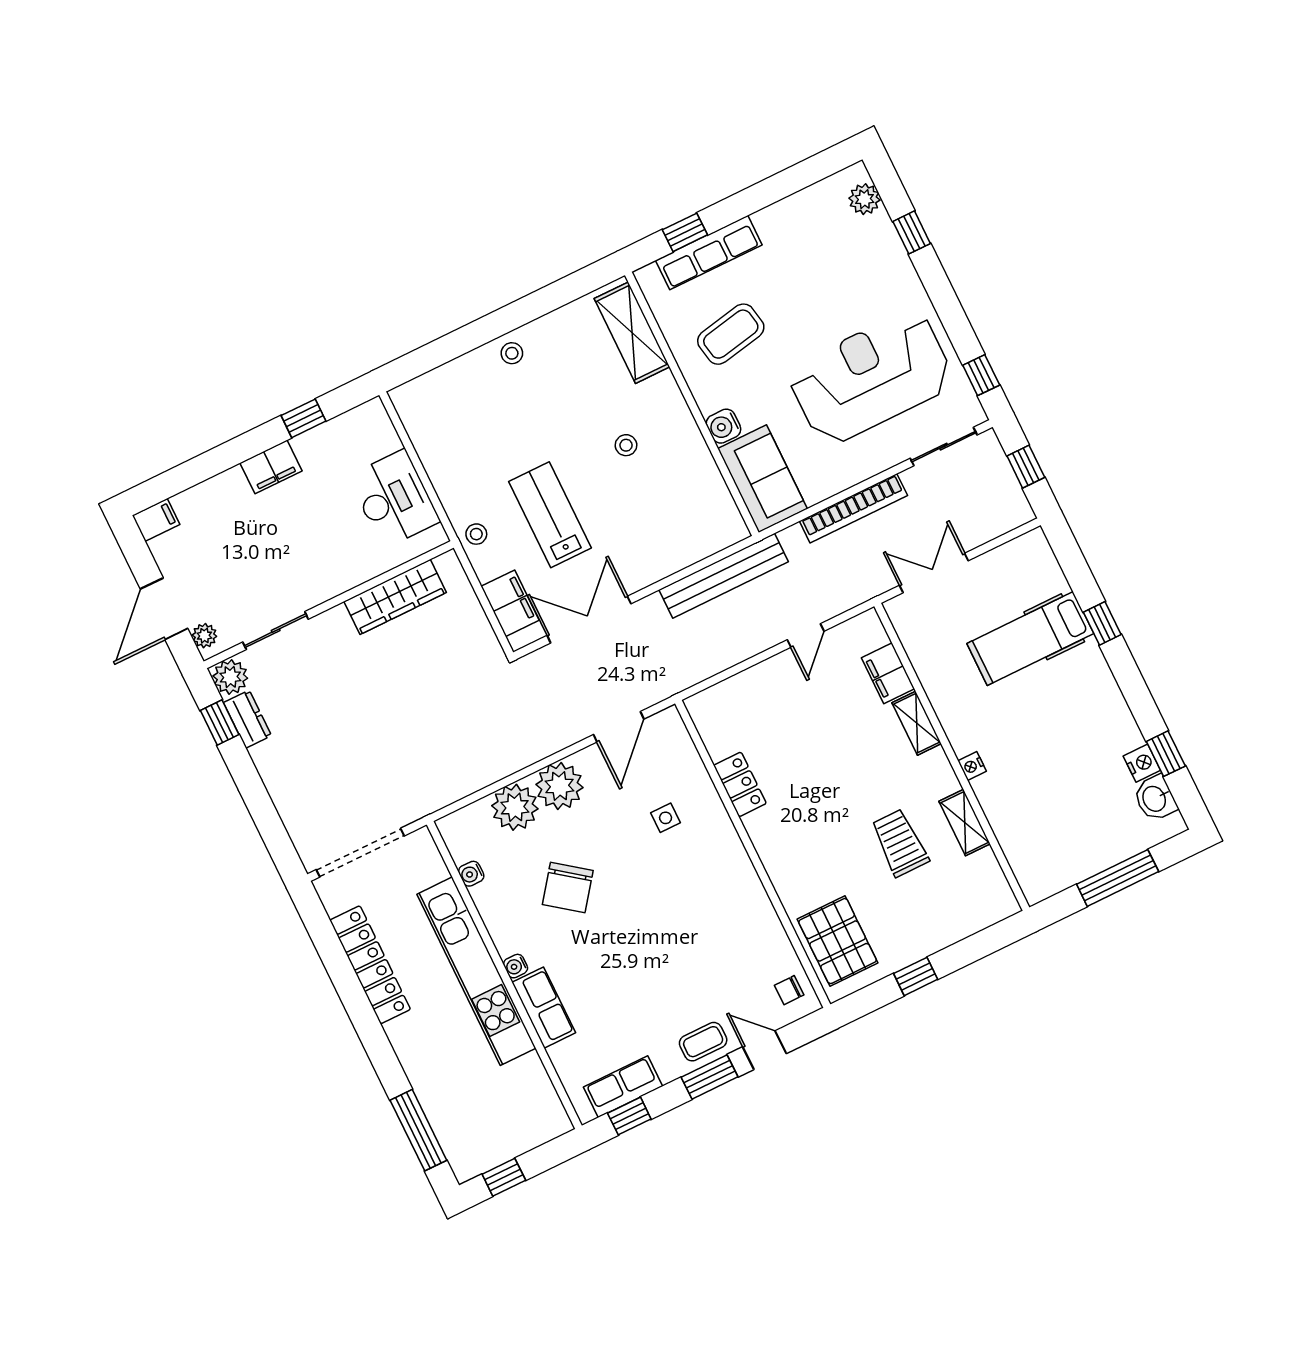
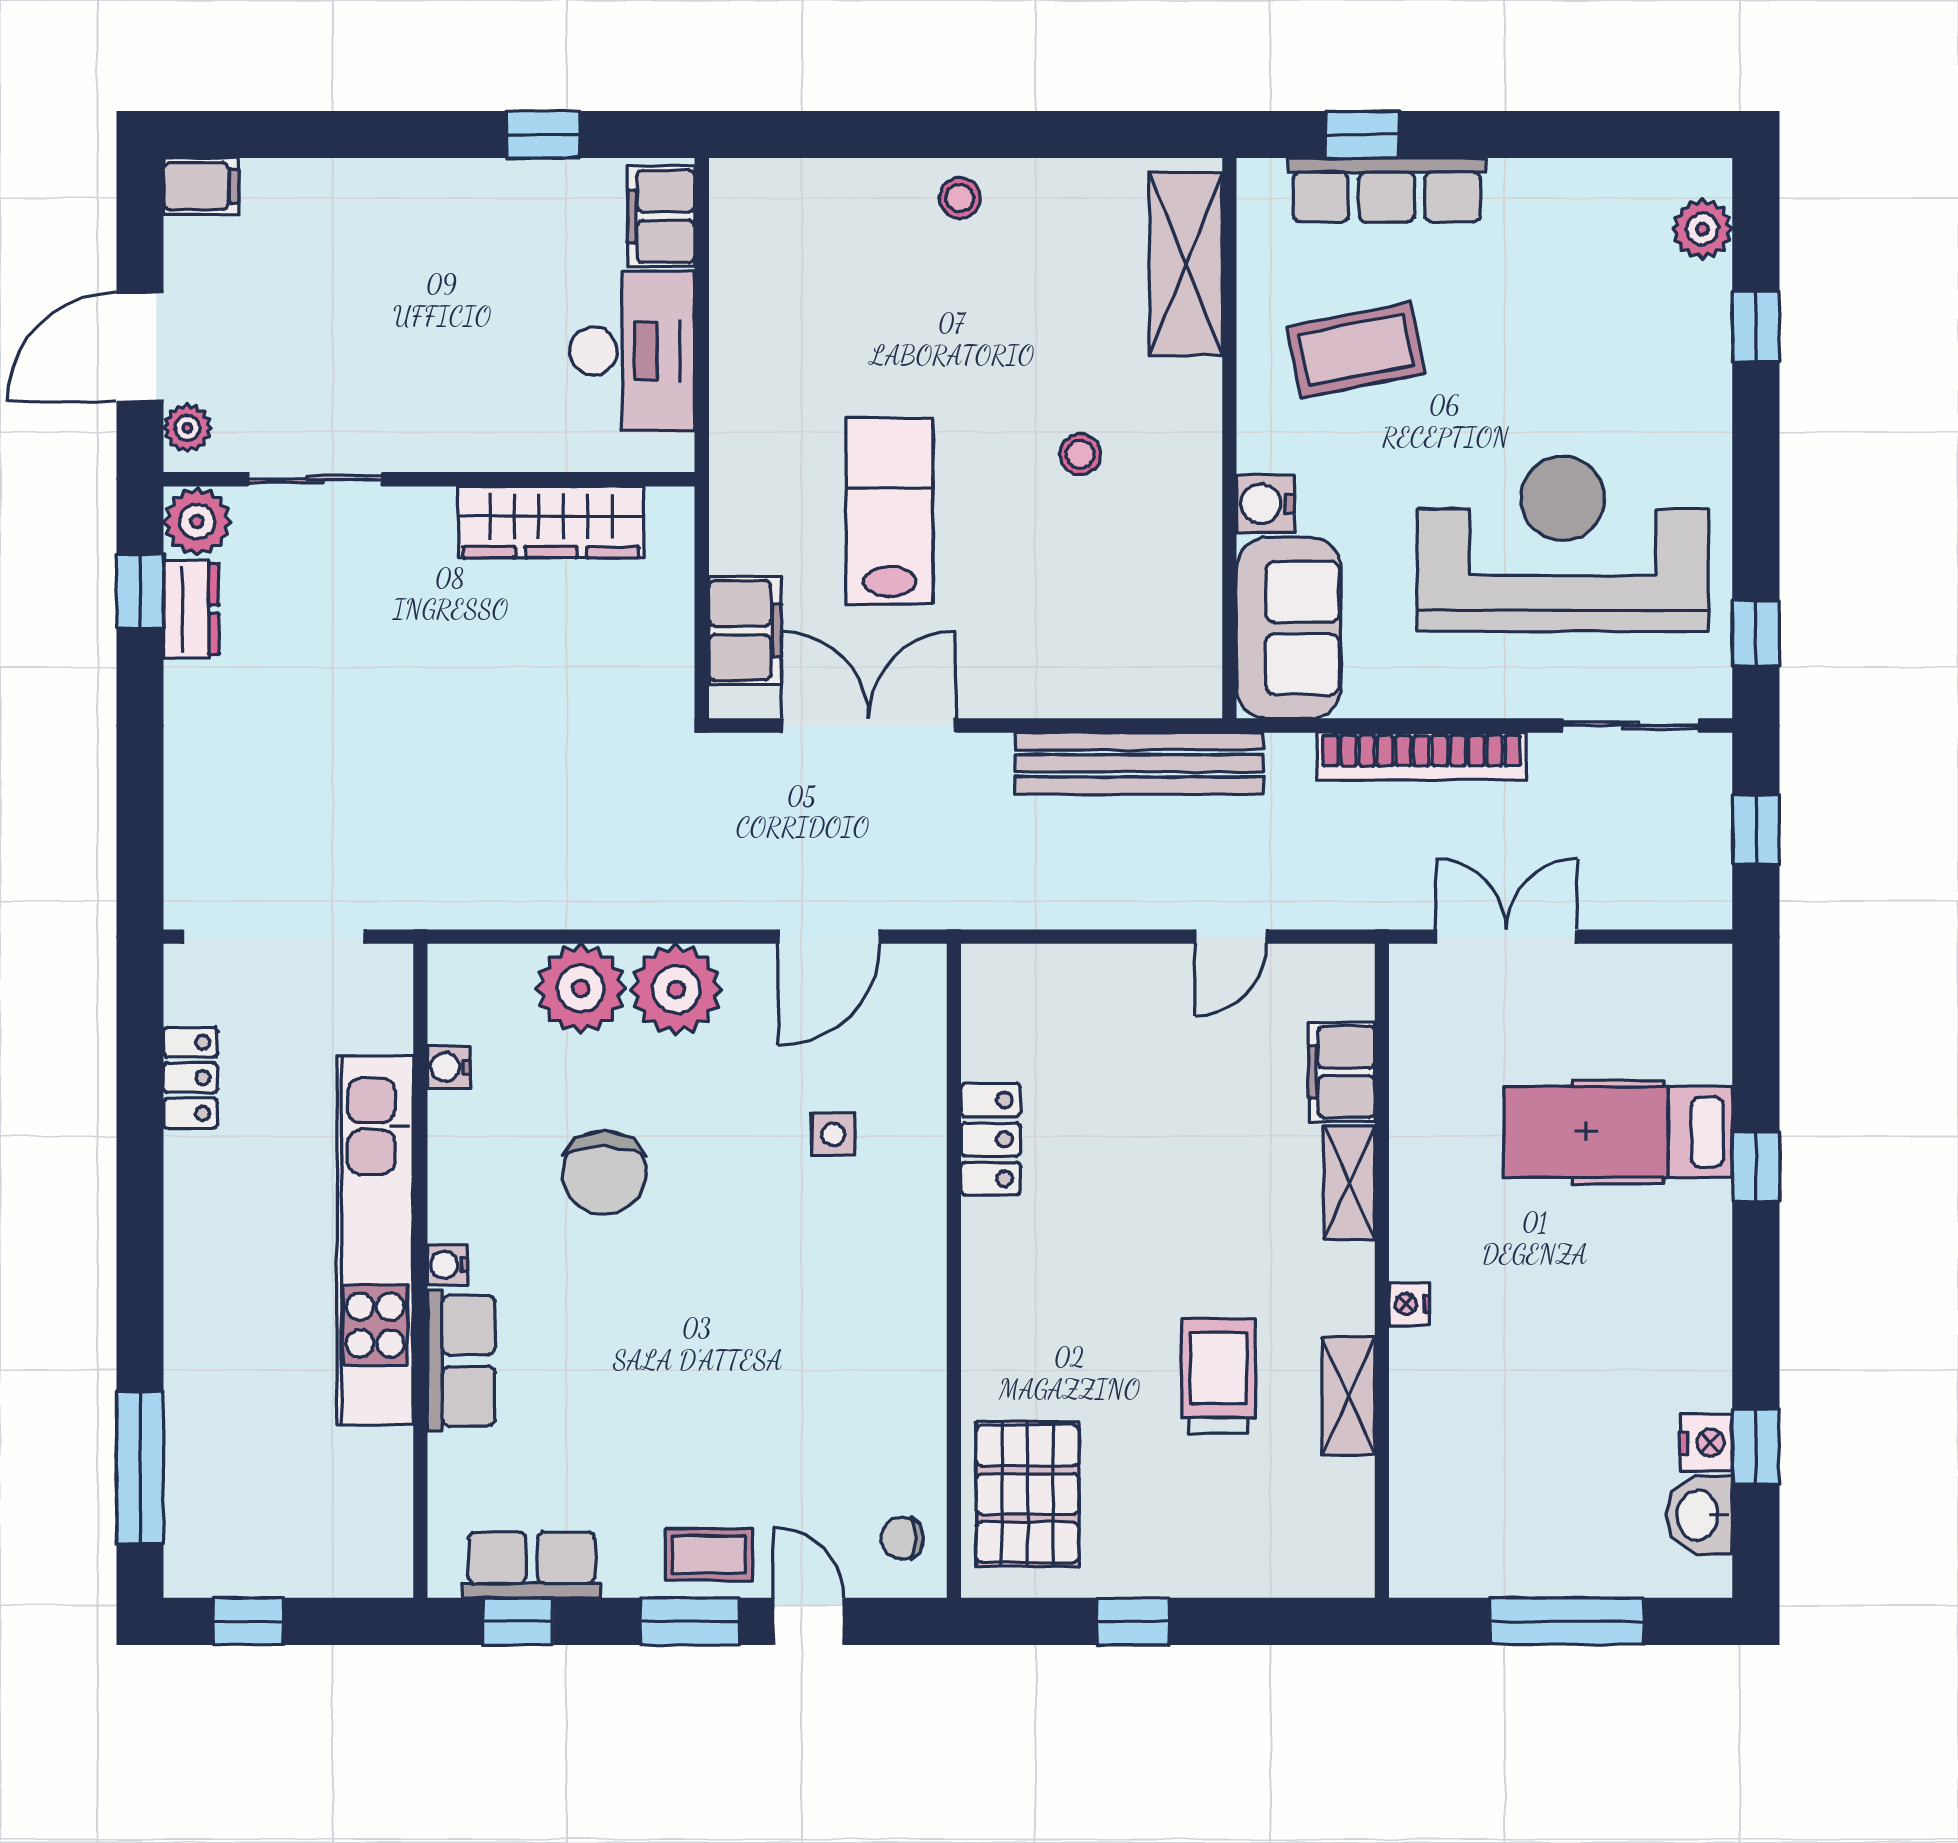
filing cabinet: (271, 467) -> (661, 216), moved, turned 90
stool: (476, 534) -> (745, 482), removed
chair: (568, 888) -> (604, 1173), turned -37
locker: (370, 965) -> (190, 1078), width x0.46, depth x0.83

